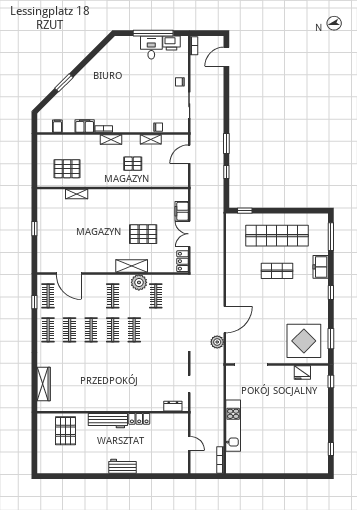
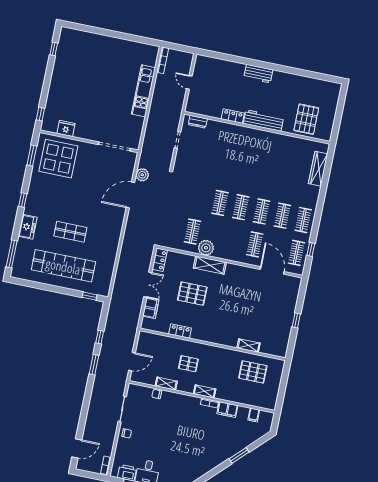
locker: (148, 194) -> (180, 331), added
clothes rail: (113, 296) -> (255, 244), moved

